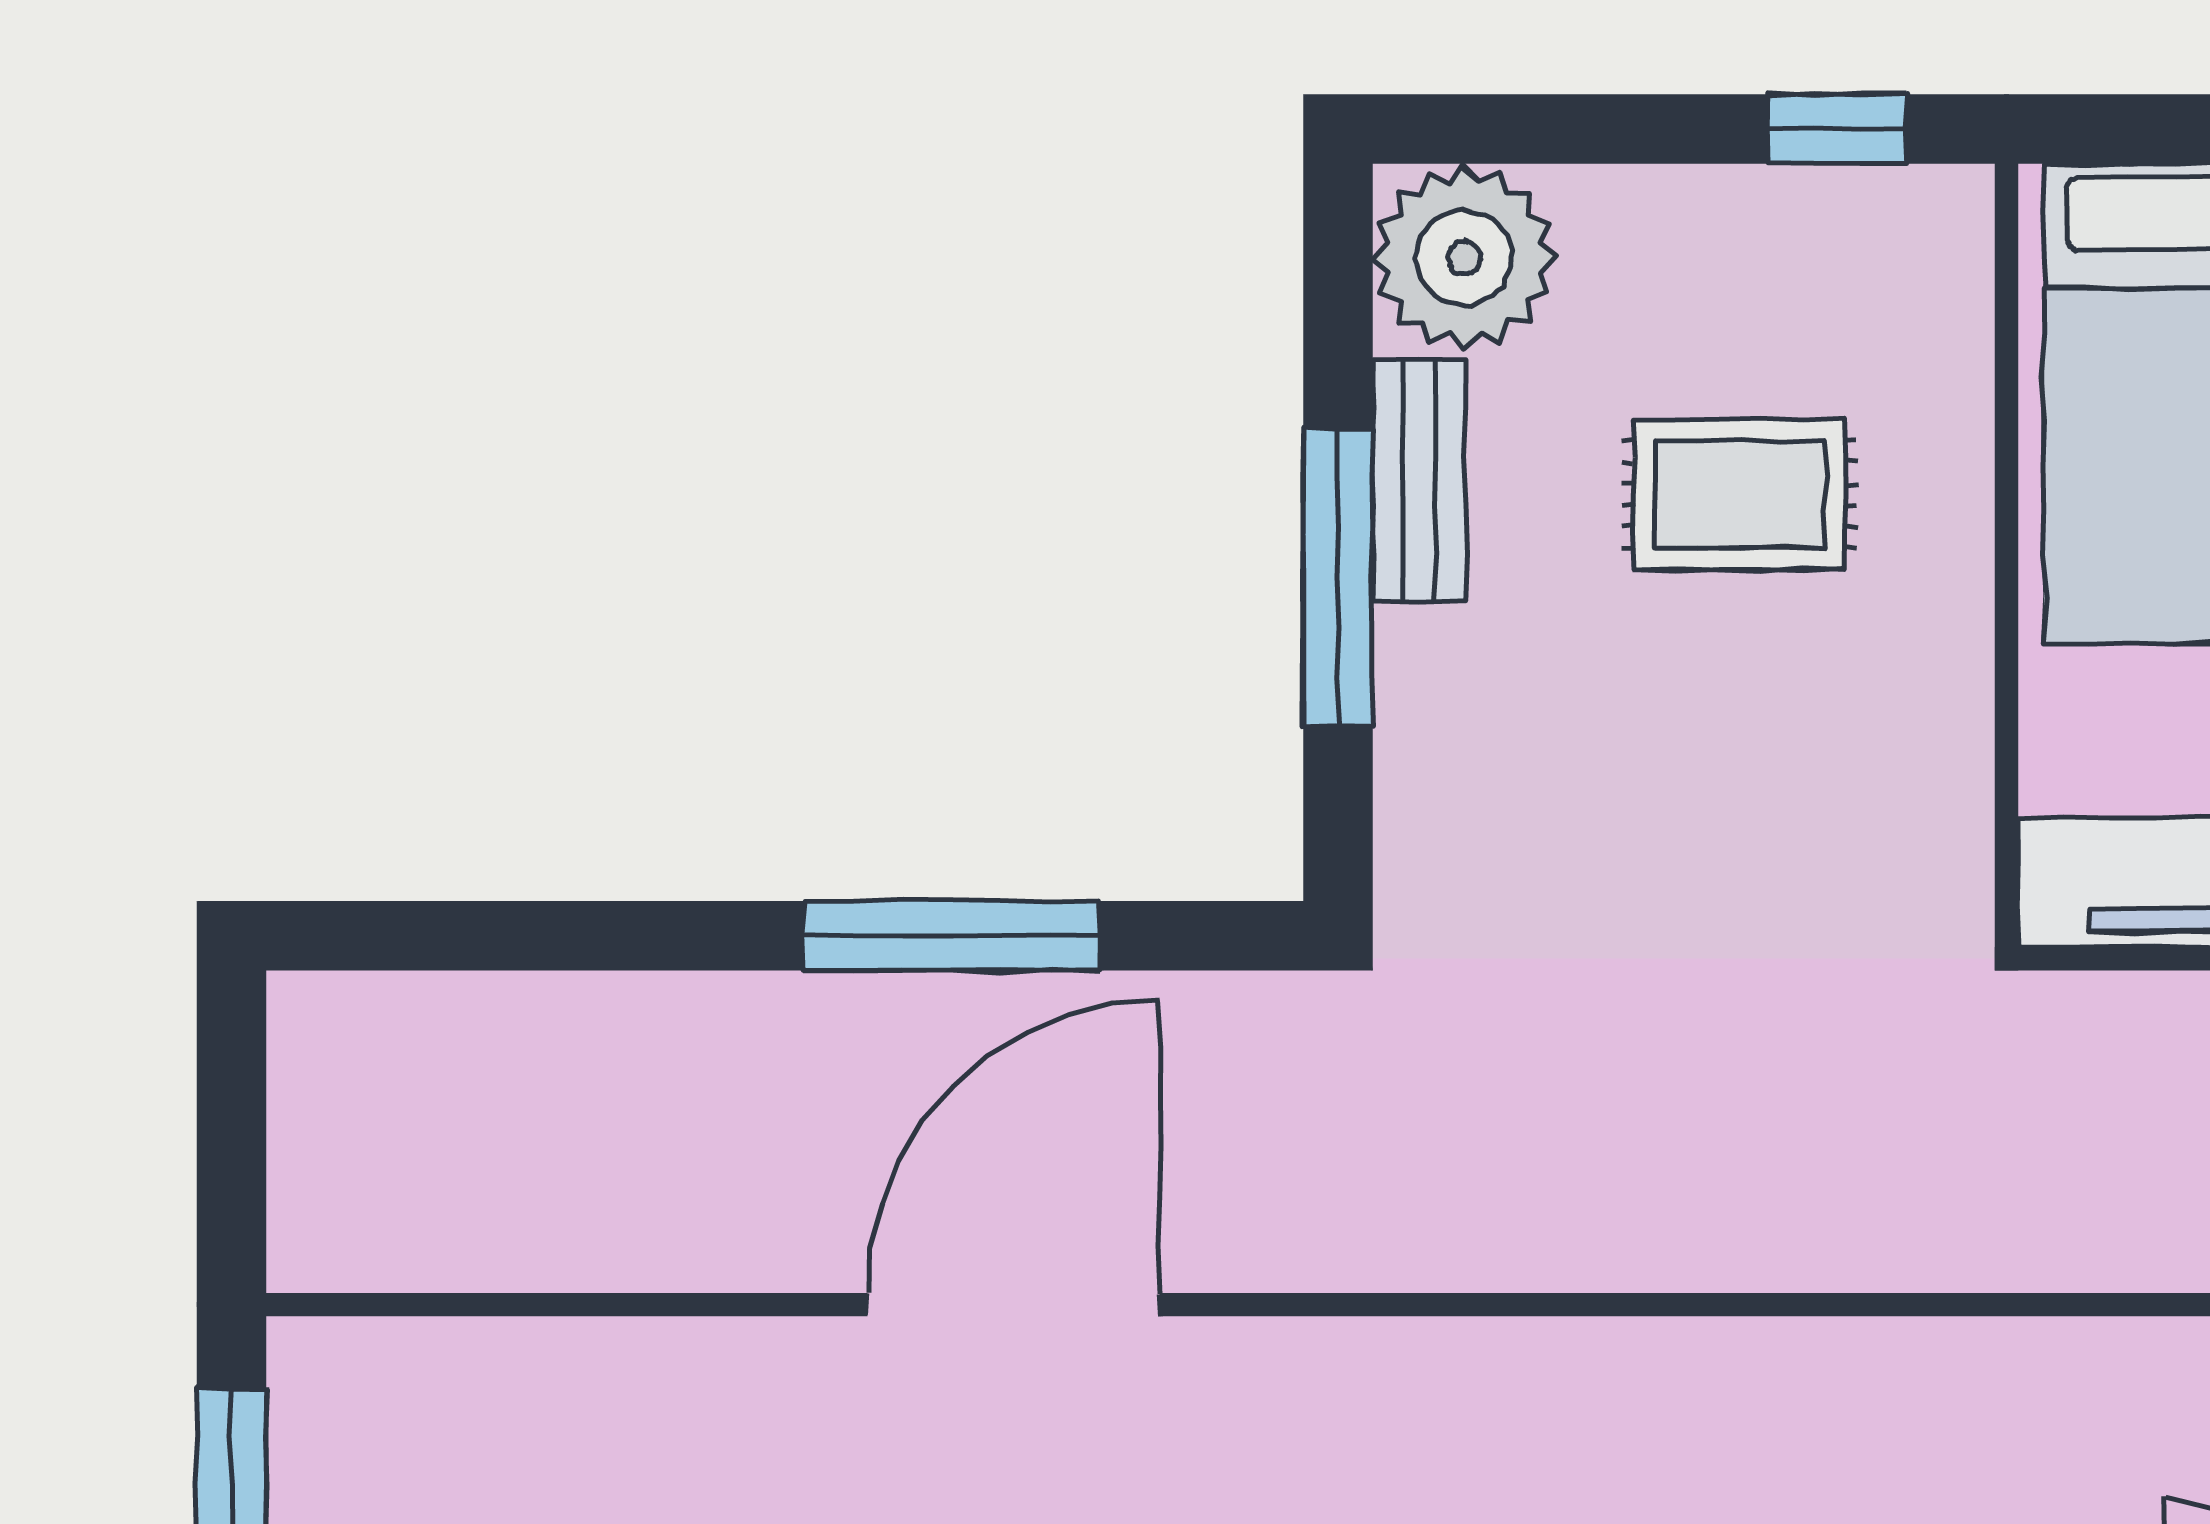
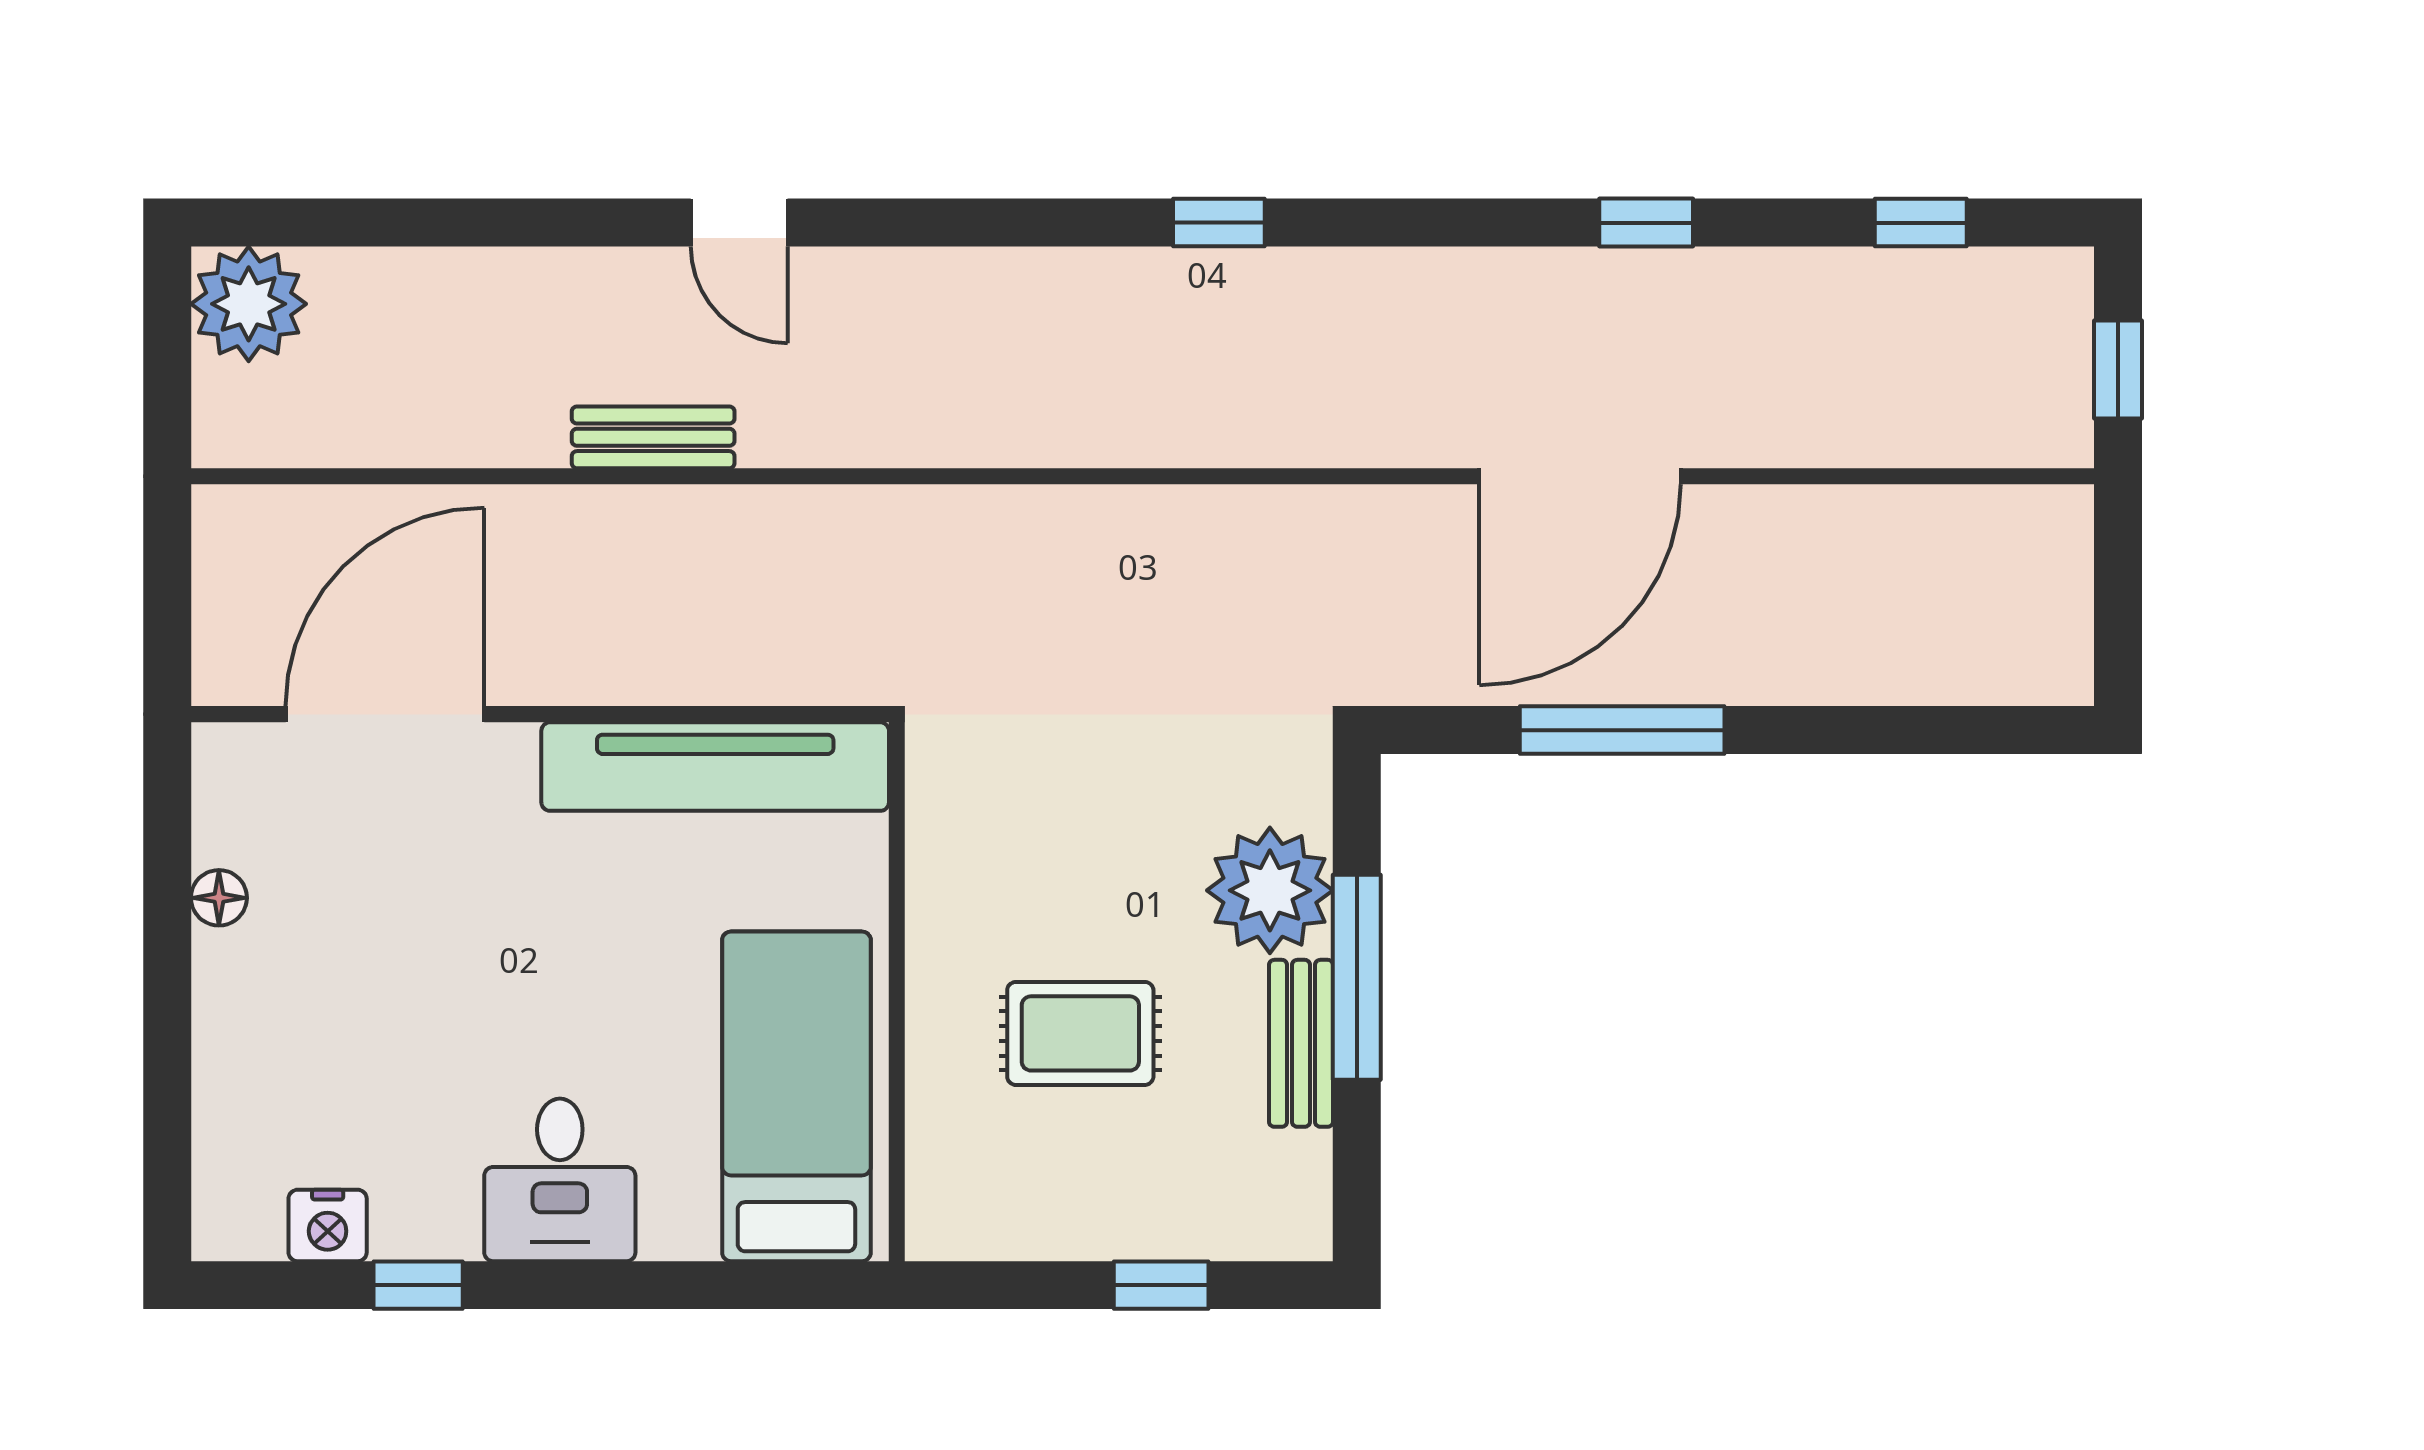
window: (1837, 129) -> (1161, 1285), moved
plant: (1464, 258) -> (1270, 890), moved

